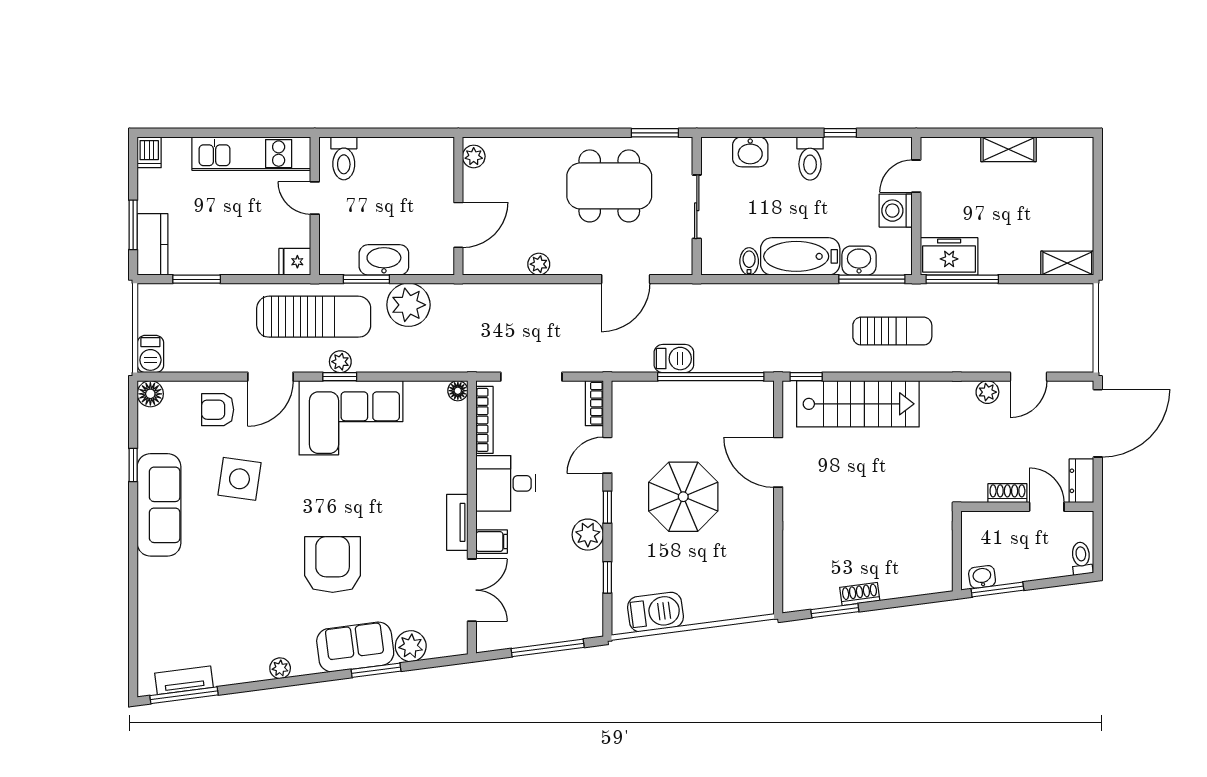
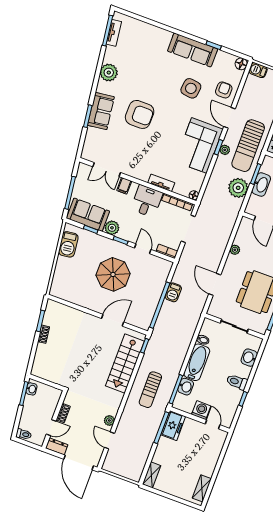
shelving: (1008, 149) -> (202, 488), moved
tv unit: (457, 522) -> (161, 183), moved
sofa: (579, 594) -> (88, 215), added
plant: (411, 646) -> (93, 135), removed
plant: (280, 668) -> (109, 73), width x1.87, depth x1.87

